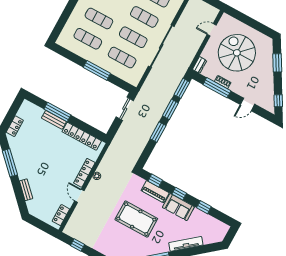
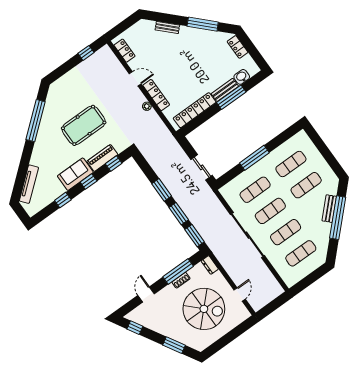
washbasin: (37, 111) -> (242, 77), added
tv unit: (186, 244) -> (29, 184), moved

